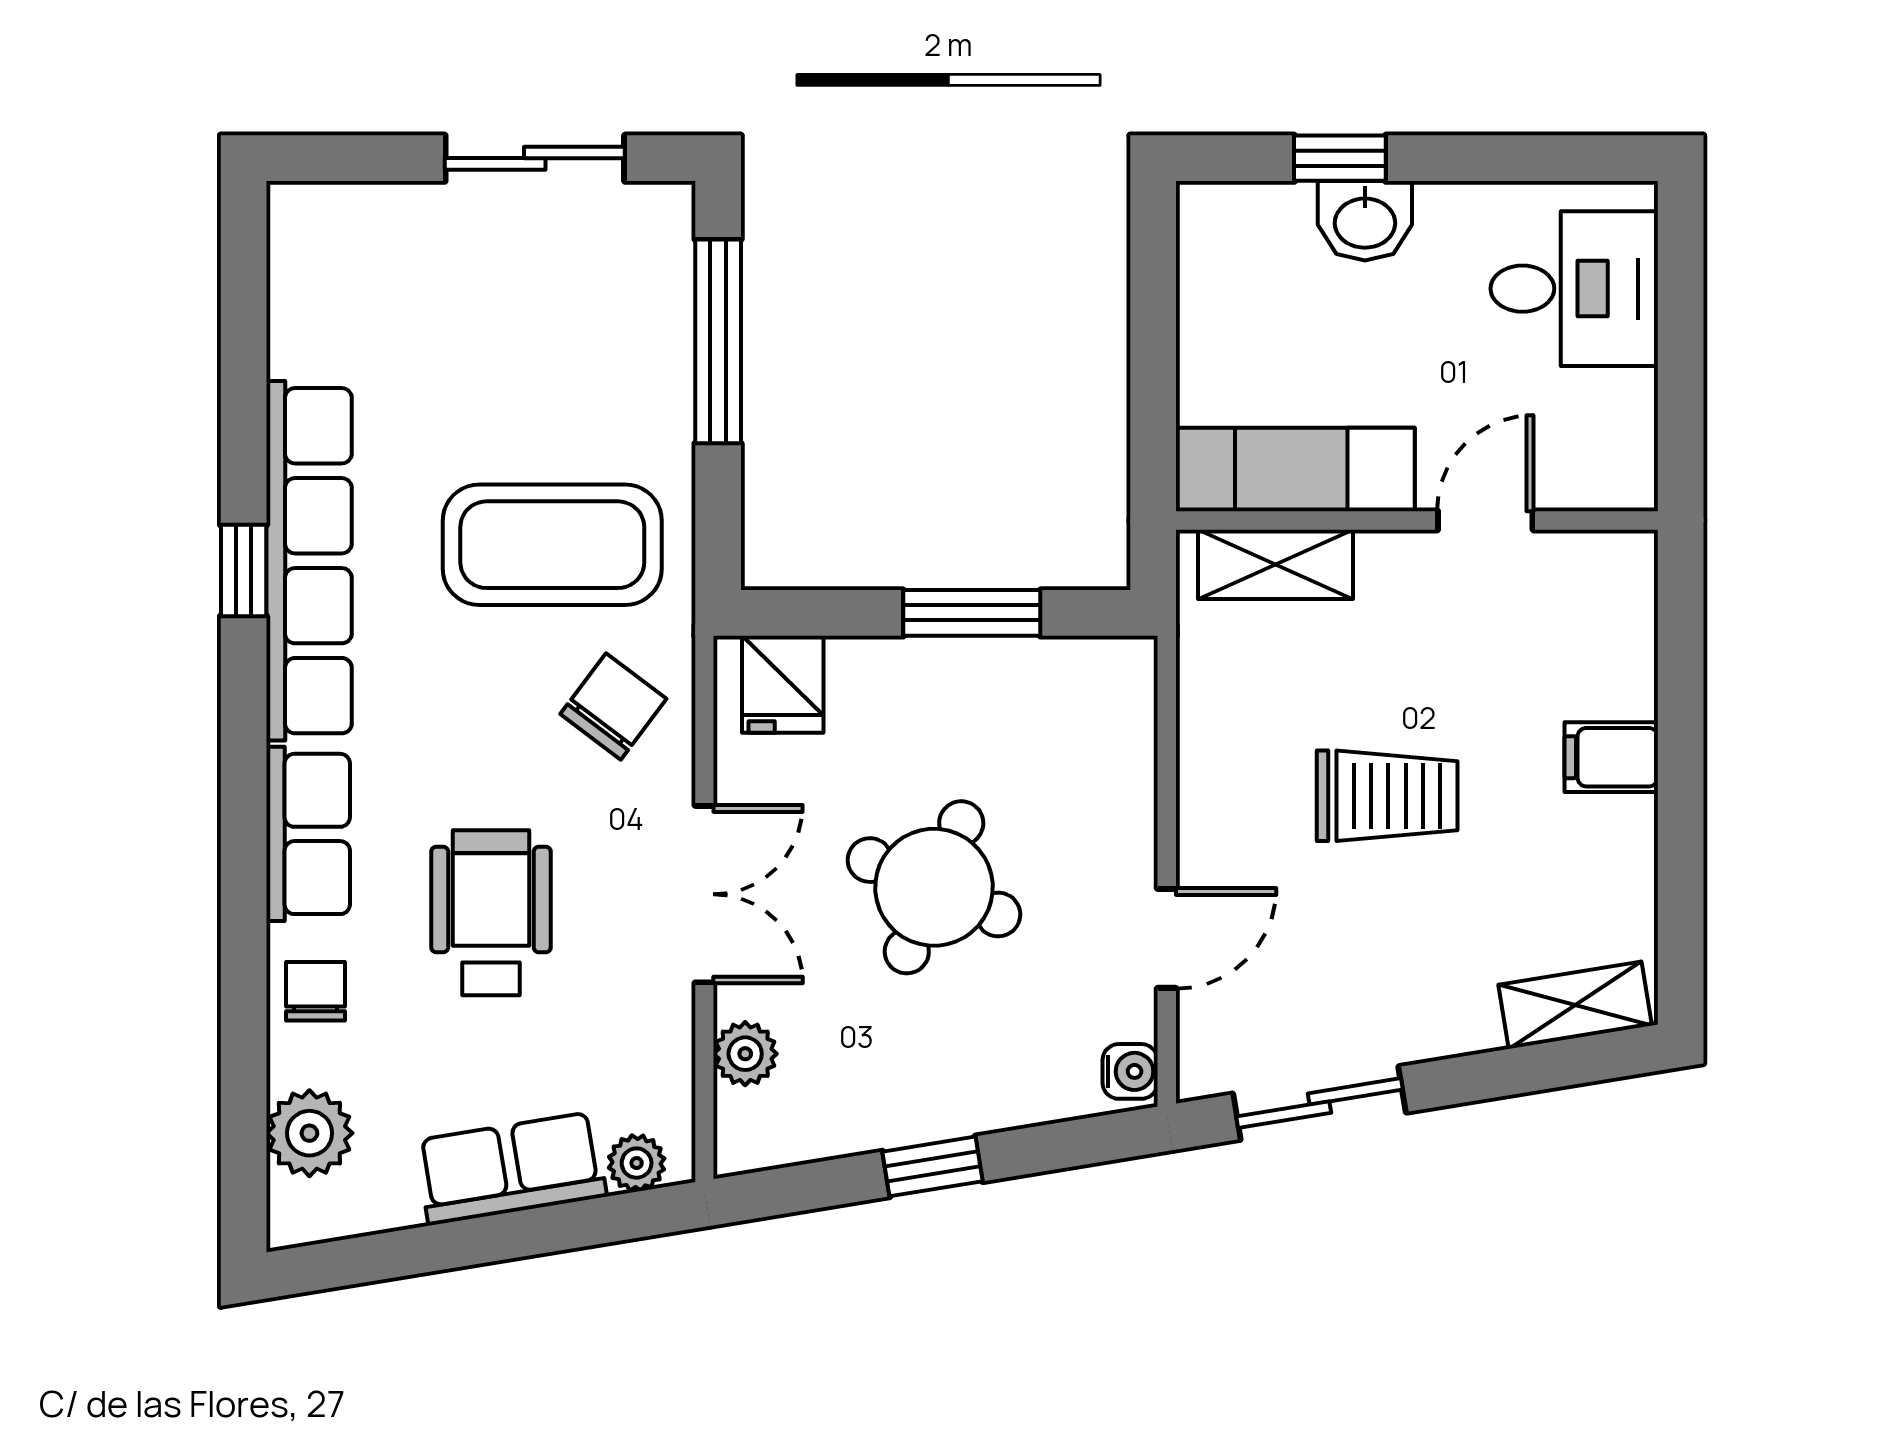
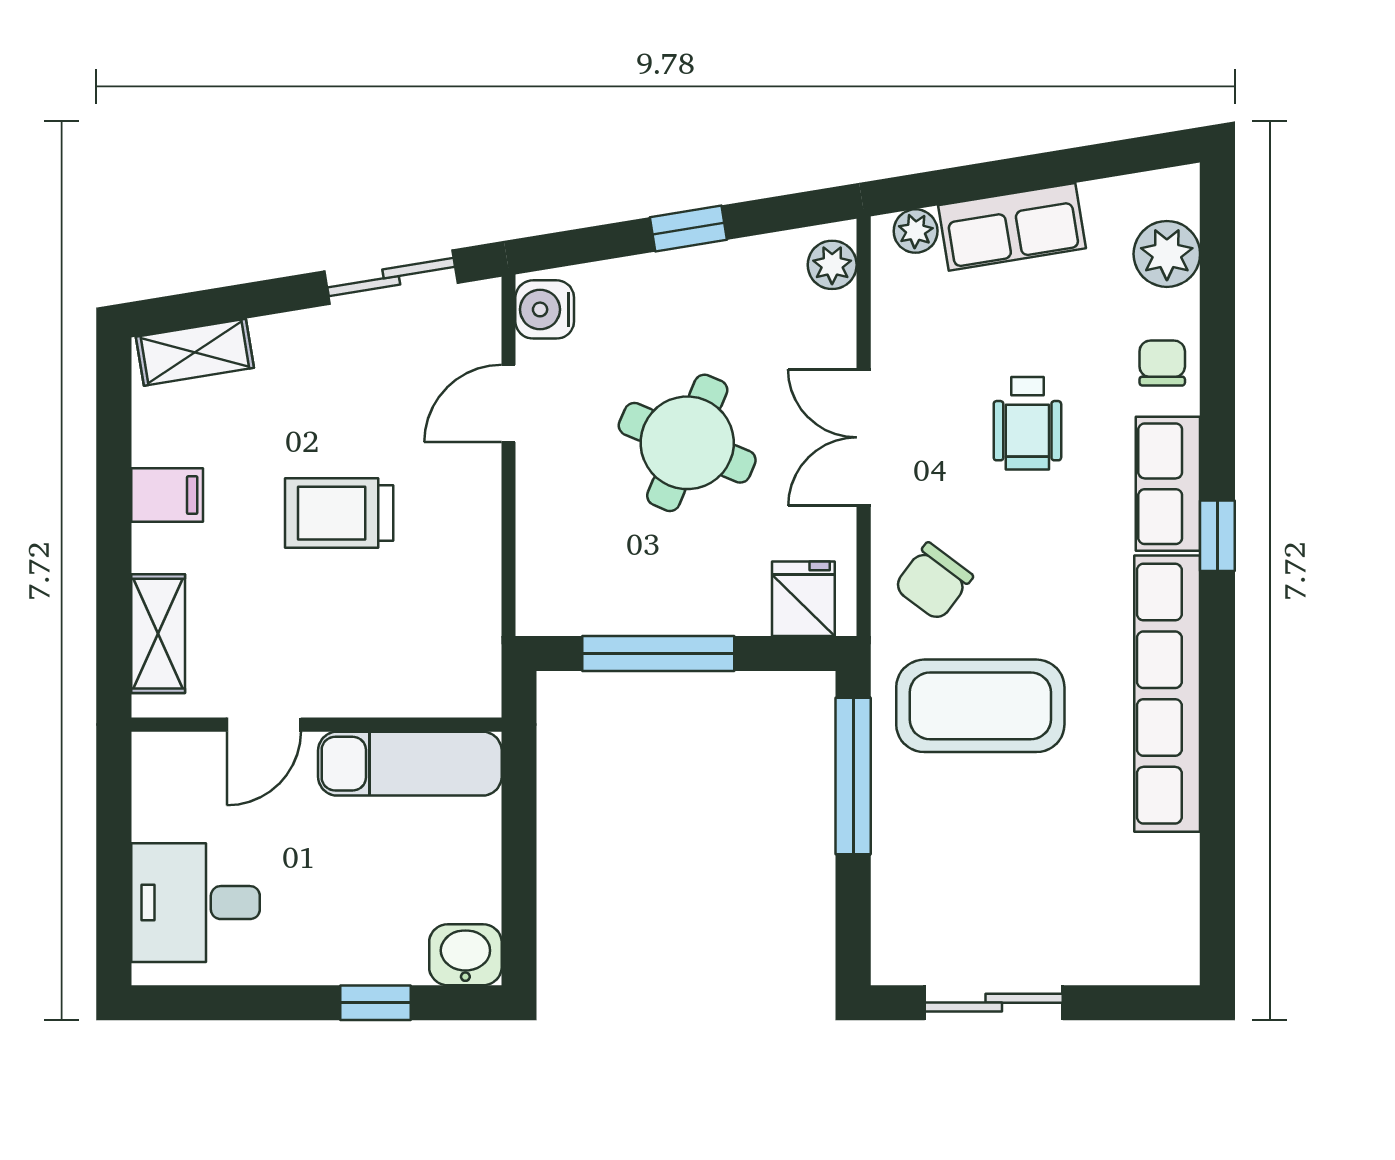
washbasin: (1365, 221) -> (465, 955), moved
window: (718, 341) -> (853, 776), moved
shelving: (1275, 564) -> (158, 634), moved, turned 90
window: (244, 570) -> (1217, 536), moved
window: (972, 613) -> (658, 654), width x1.44
filing cabinet: (1611, 757) -> (167, 495), moved
wheelchair: (491, 913) -> (1027, 423), width x0.73, depth x0.73
chair: (315, 991) -> (1162, 363), turned 180
plant: (745, 1054) -> (832, 265), moved
water cooler: (1130, 1071) -> (545, 309), width x1.38, depth x1.38

